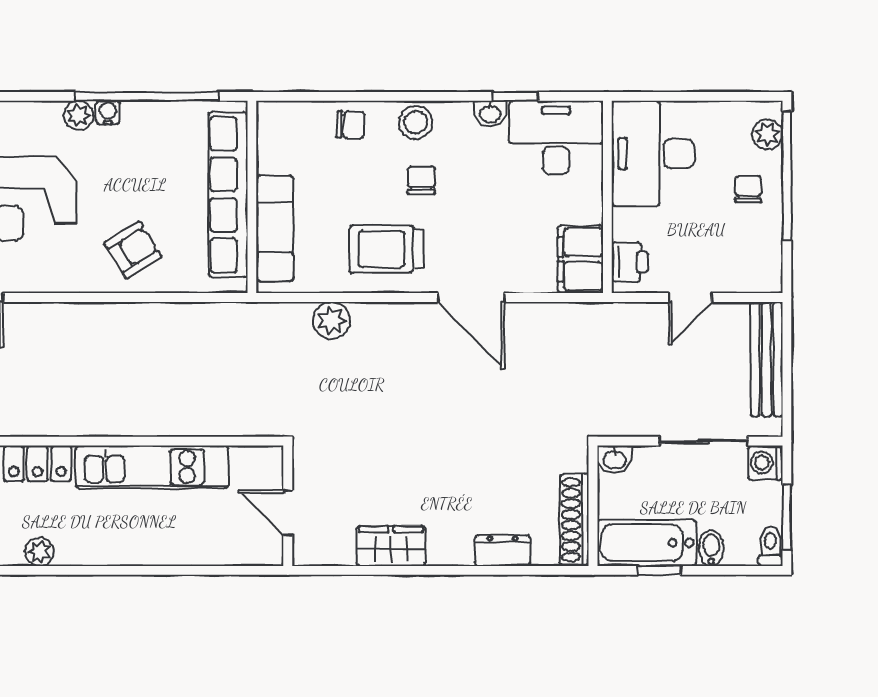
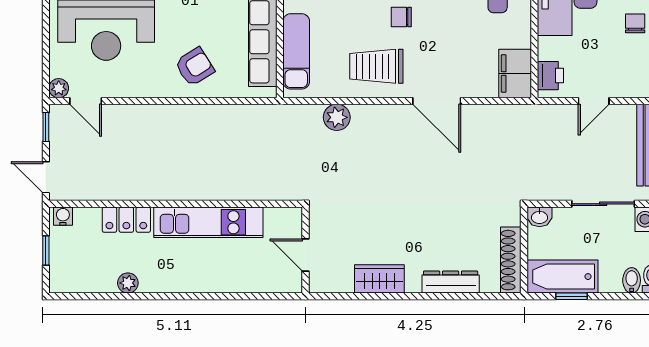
chair: (421, 180) -> (401, 17), turned -90
bidet: (711, 548) -> (632, 280), moved
dresser: (502, 551) -> (451, 282), width x1.44

